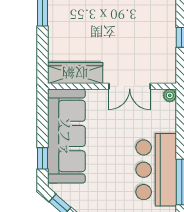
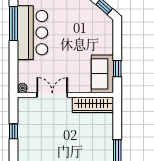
sofa: (66, 136) -> (102, 74), width x0.54, depth x0.79
window: (42, 158) -> (117, 69), moved

